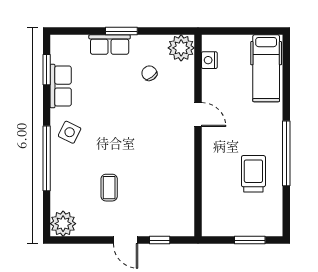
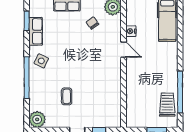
nightstand: (209, 60) -> (131, 31), moved
window: (286, 153) -> (180, 92), moved
trolley: (253, 174) -> (167, 105), moved

